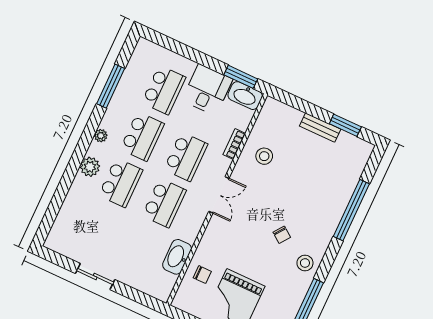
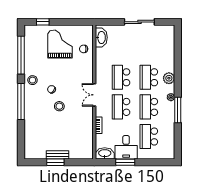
window: (241, 77) -> (125, 162), moved
window: (111, 86) -> (178, 110), moved
window: (345, 125) -> (55, 162), moved
stool: (264, 156) -> (59, 106), moved
window: (351, 210) -> (21, 102), moved
washbasin: (177, 257) -> (101, 37), moved
sliding door: (95, 276) -> (139, 22), width x1.37

